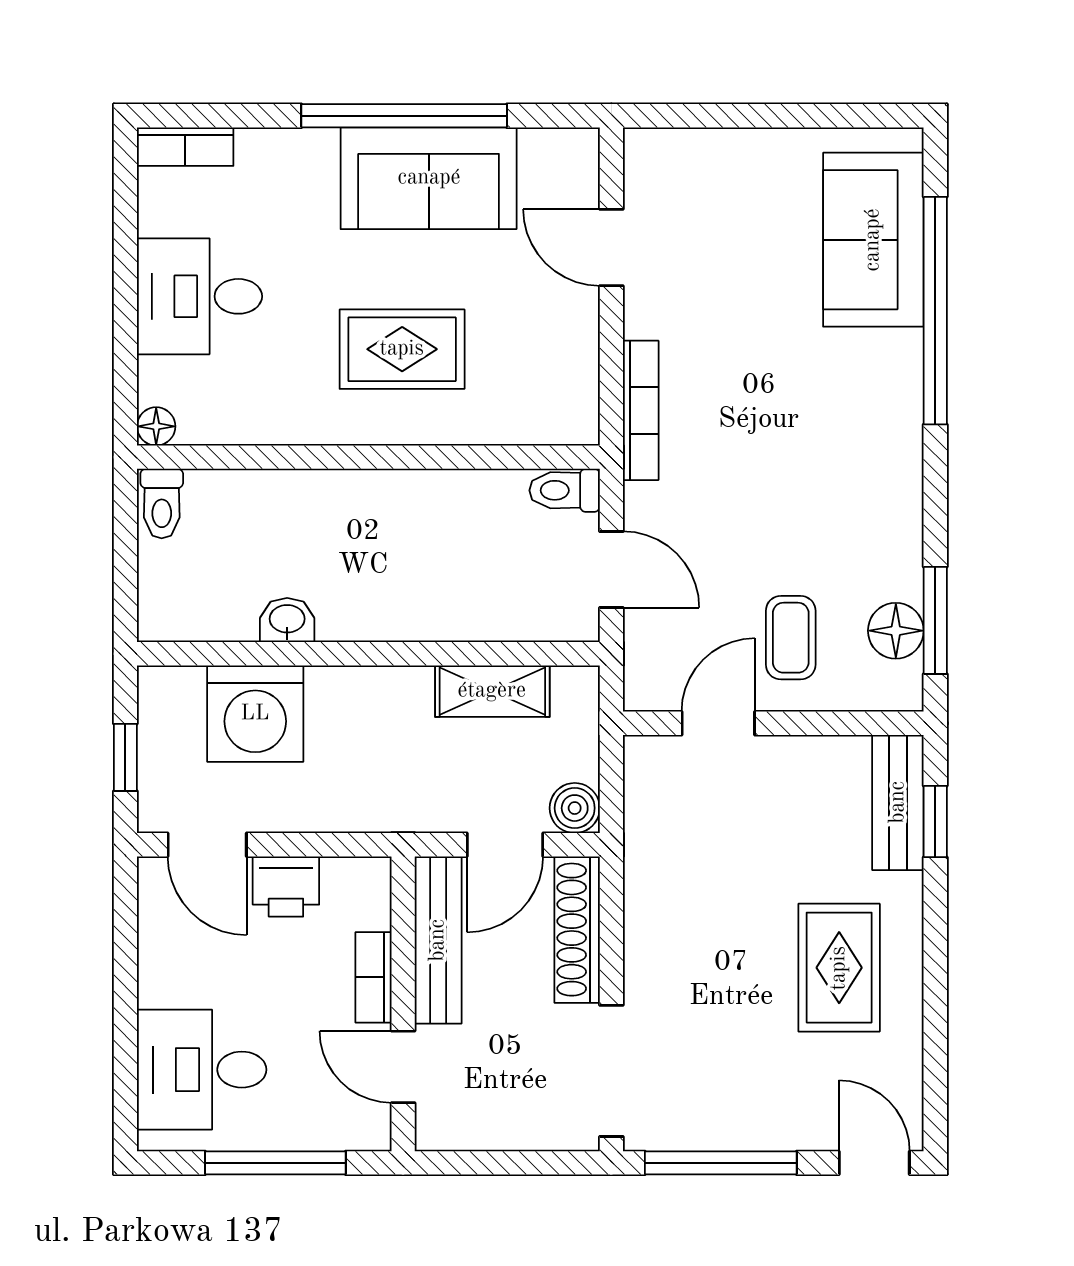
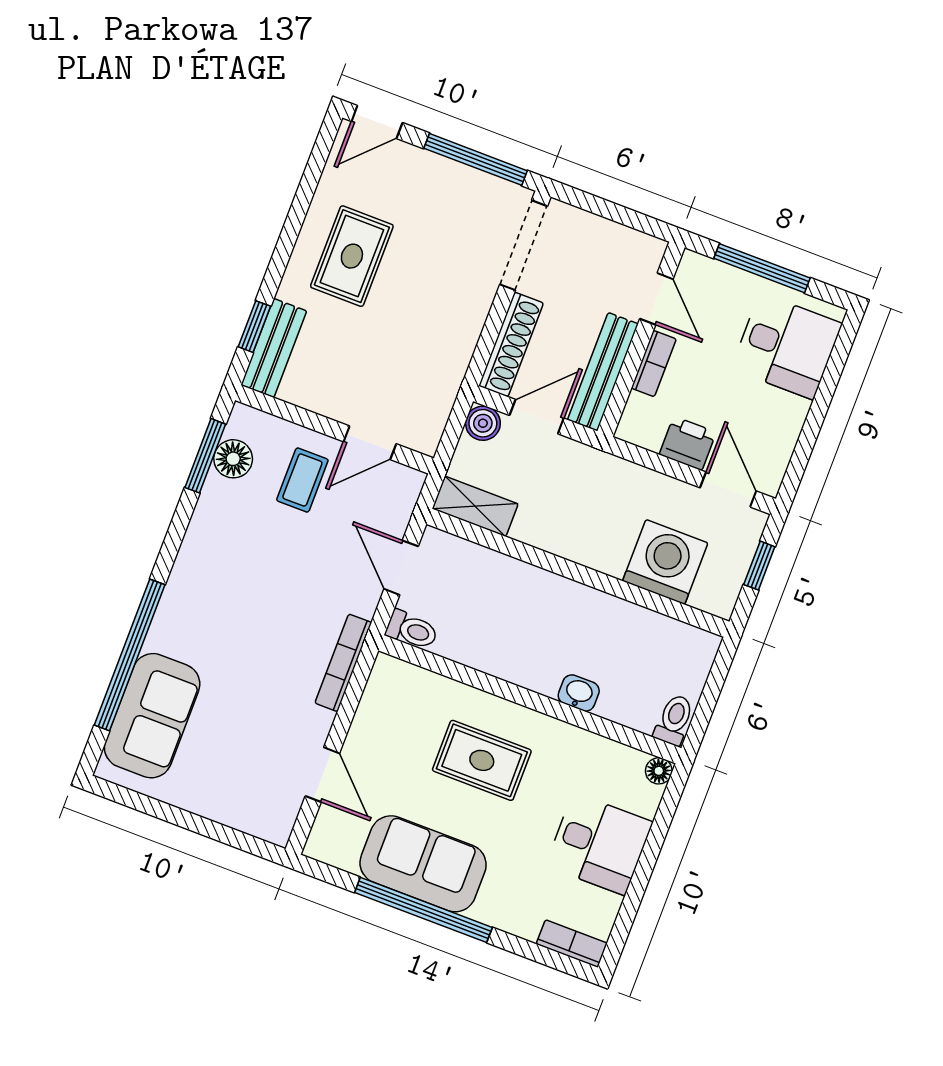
washbasin: (287, 620) -> (579, 693), moved, turned 180
shelving: (492, 691) -> (475, 506), moved
door: (874, 1163) -> (377, 122), hinge flipped

